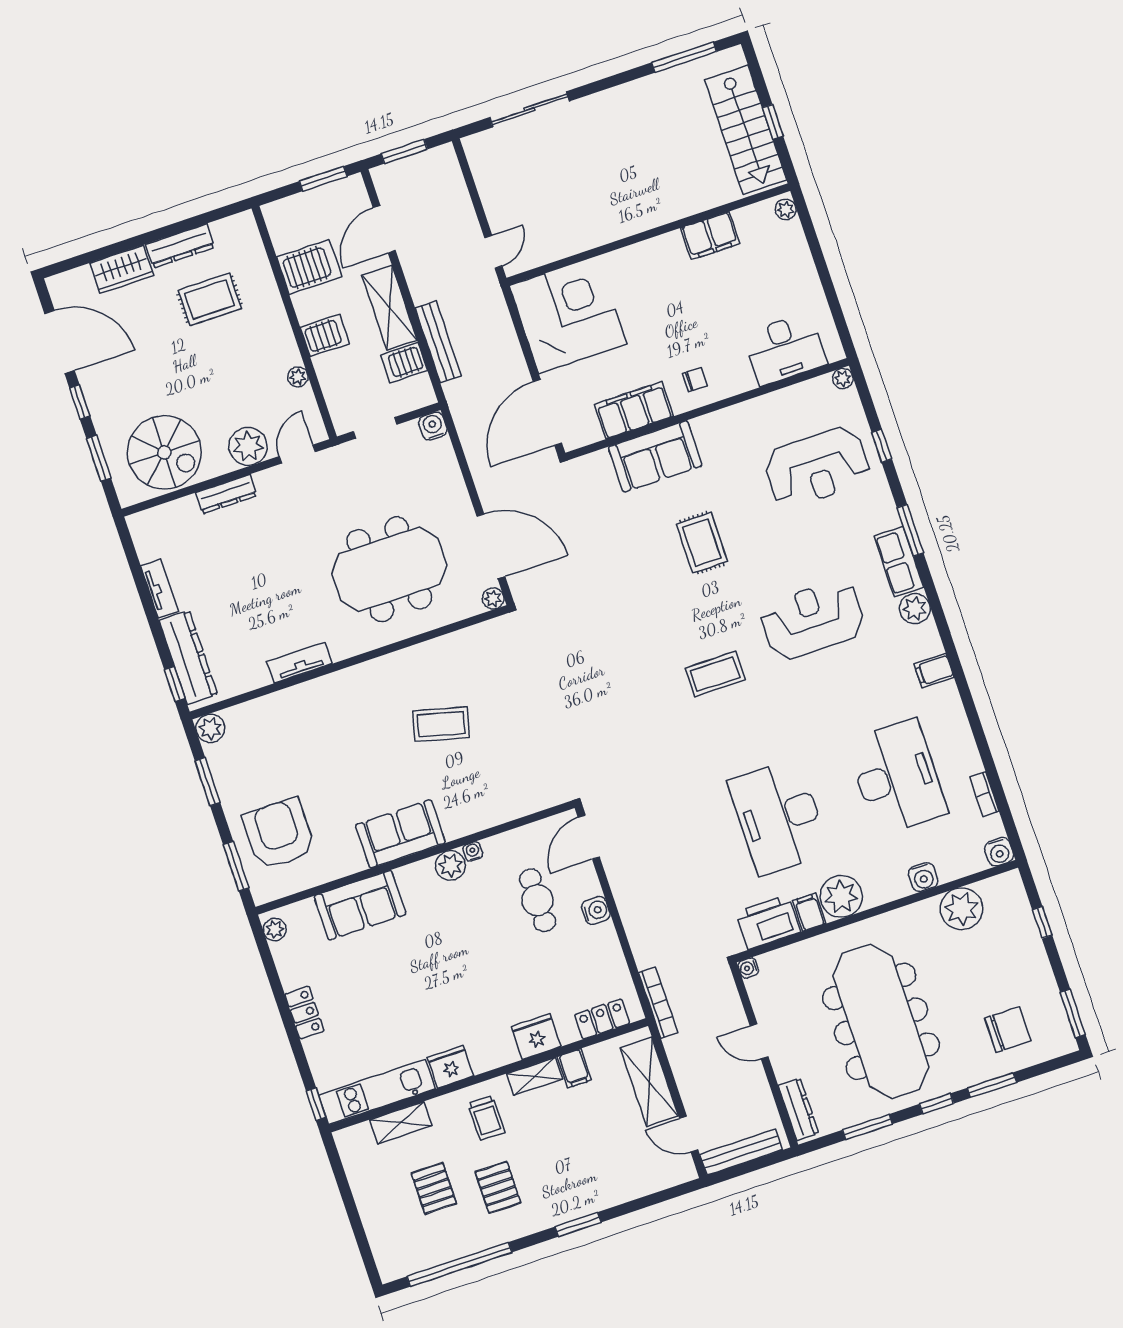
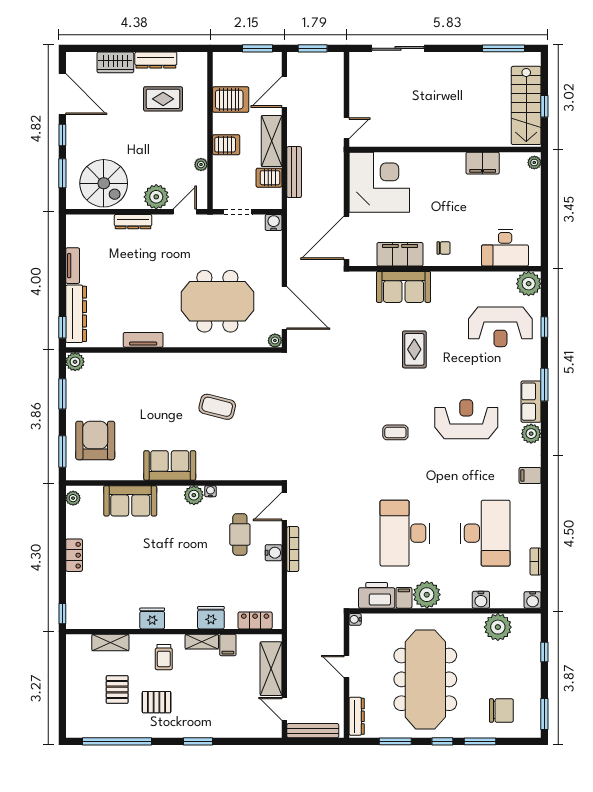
plant: (843, 379) -> (529, 284), width x1.88, depth x1.88
coffee table: (715, 674) -> (395, 432), width x0.73, depth x0.77
bookcase: (658, 1003) -> (293, 549), moved
kitchen unit: (377, 1092) -> (102, 619), removed
pallet: (498, 1187) -> (157, 702), turned 90

